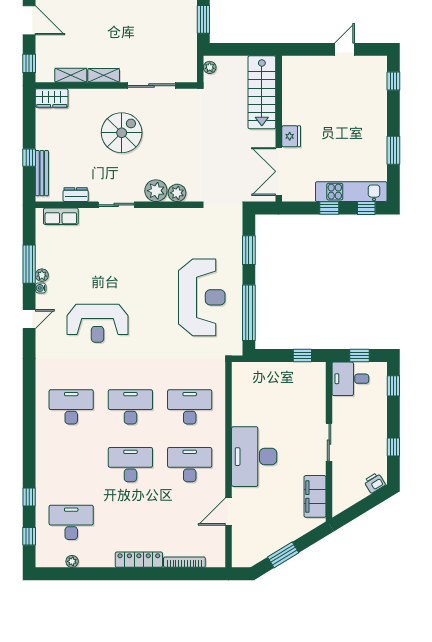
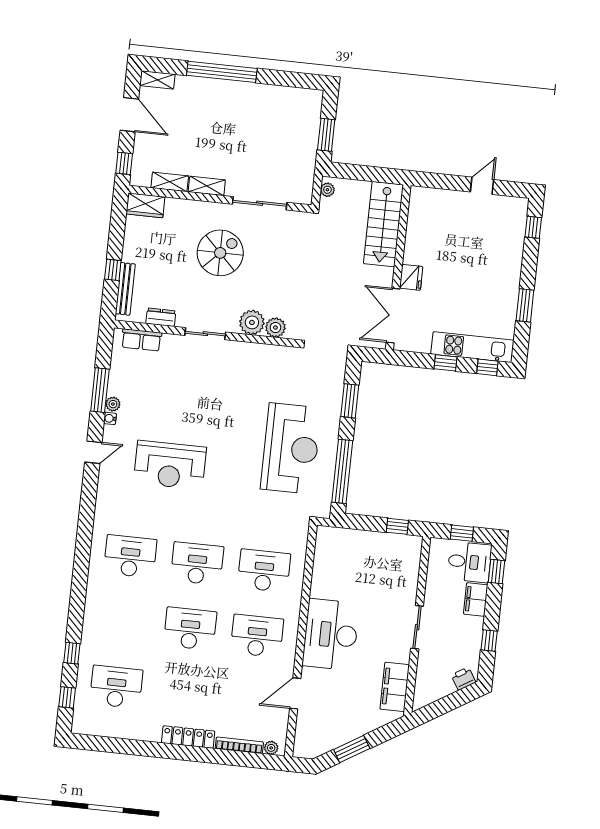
desk: (350, 379) -> (469, 562), moved, turned 180
filing cabinet: (378, 412) -> (476, 599), added
plant: (72, 561) -> (271, 748), moved

